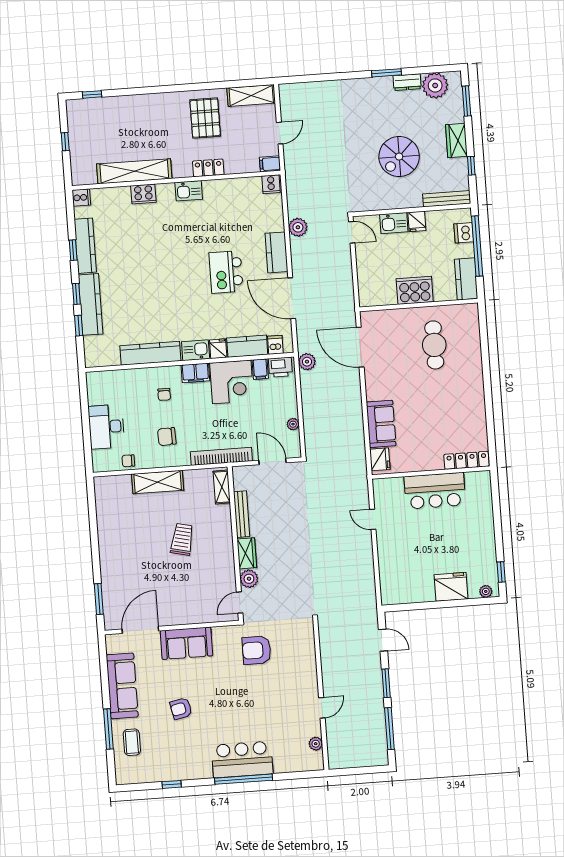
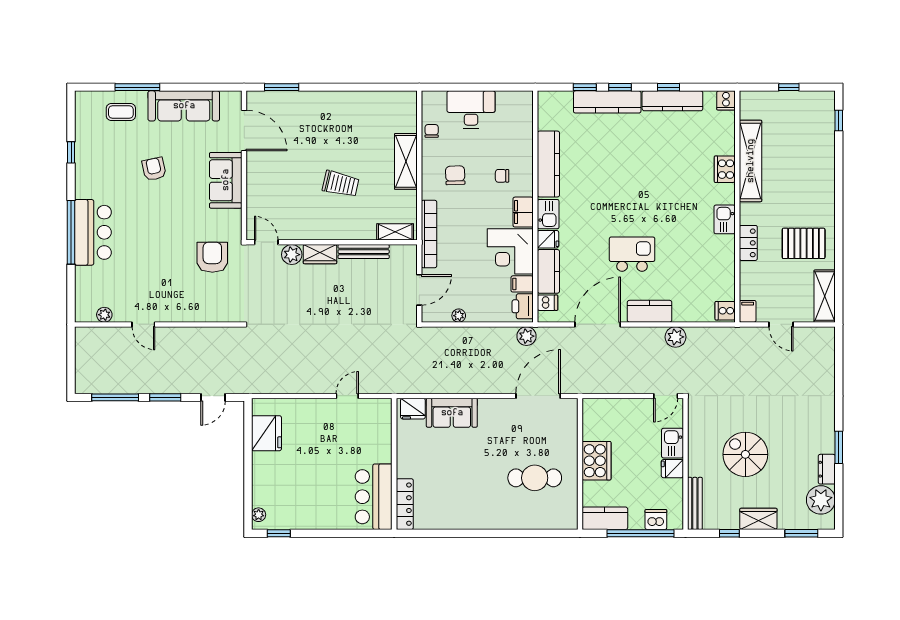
bar counter: (435, 491) -> (374, 497), moved
fridge: (451, 587) -> (266, 433), moved

